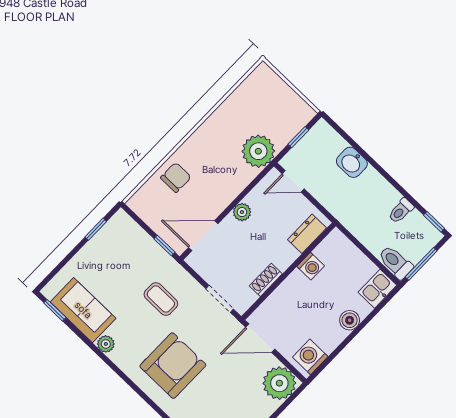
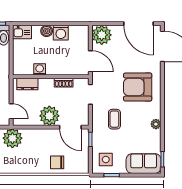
plant: (242, 212) -> (49, 116), width x1.88, depth x1.88
side table: (122, 241) -> (106, 159), added
sofa: (83, 310) -> (144, 164), moved, turned 90
washing machine: (310, 357) -> (61, 33), moved

